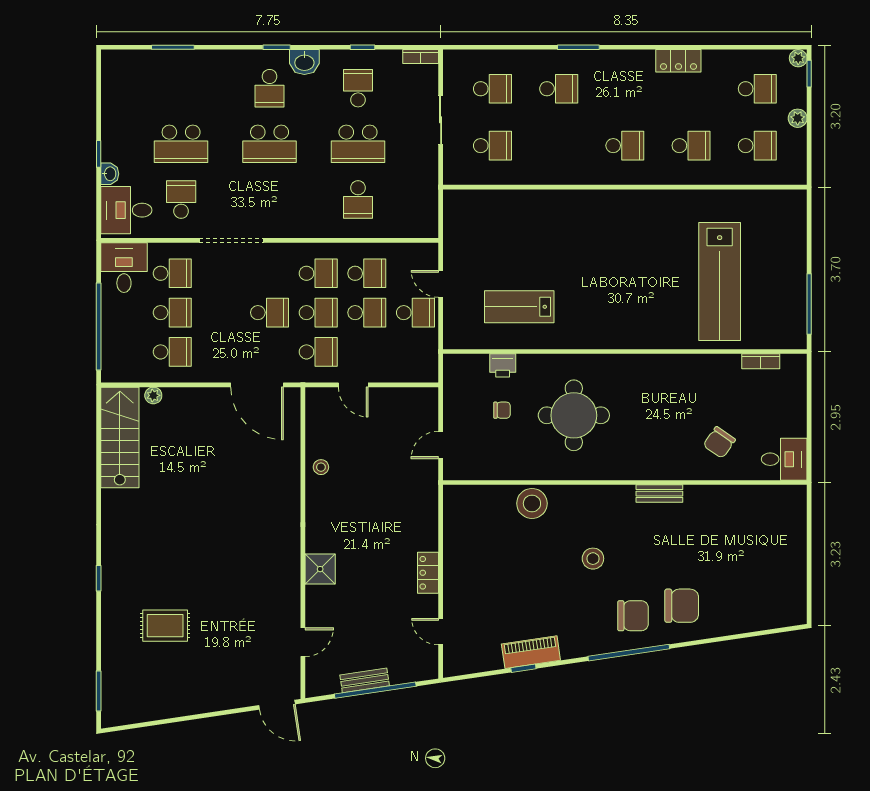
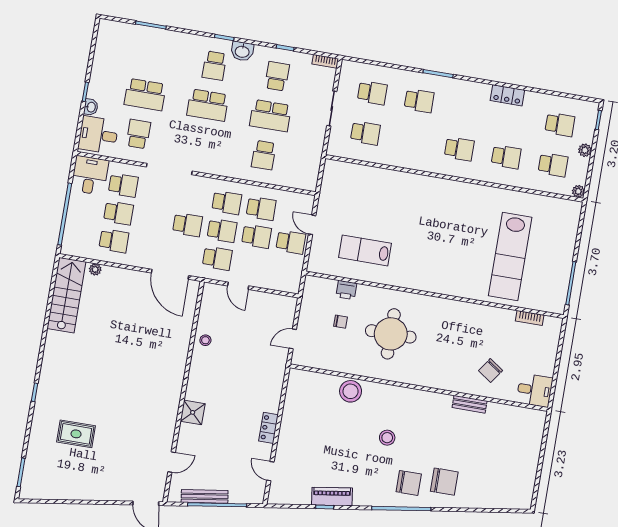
plant: (798, 58) -> (578, 191), moved
bench: (659, 494) -> (470, 404), moved
bench: (365, 680) -> (205, 496), width x1.36

